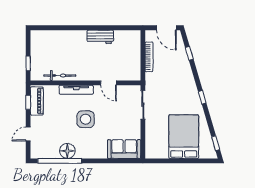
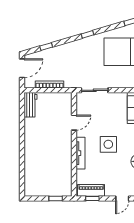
workbench: (100, 37) -> (31, 105), moved
bicycle: (60, 76) -> (67, 169), removed
door: (28, 134) -> (122, 198), hinge flipped

